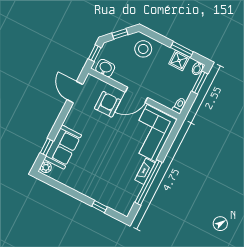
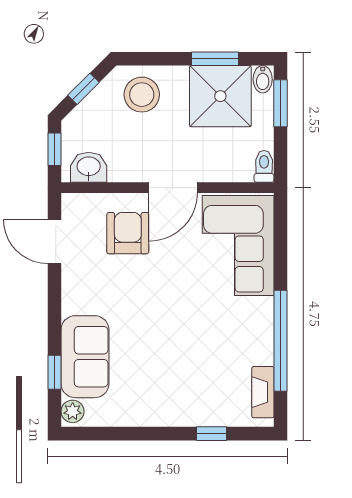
shower: (179, 60) -> (220, 96), width x1.86, depth x1.86
fireplace: (145, 171) -> (263, 392), moved

